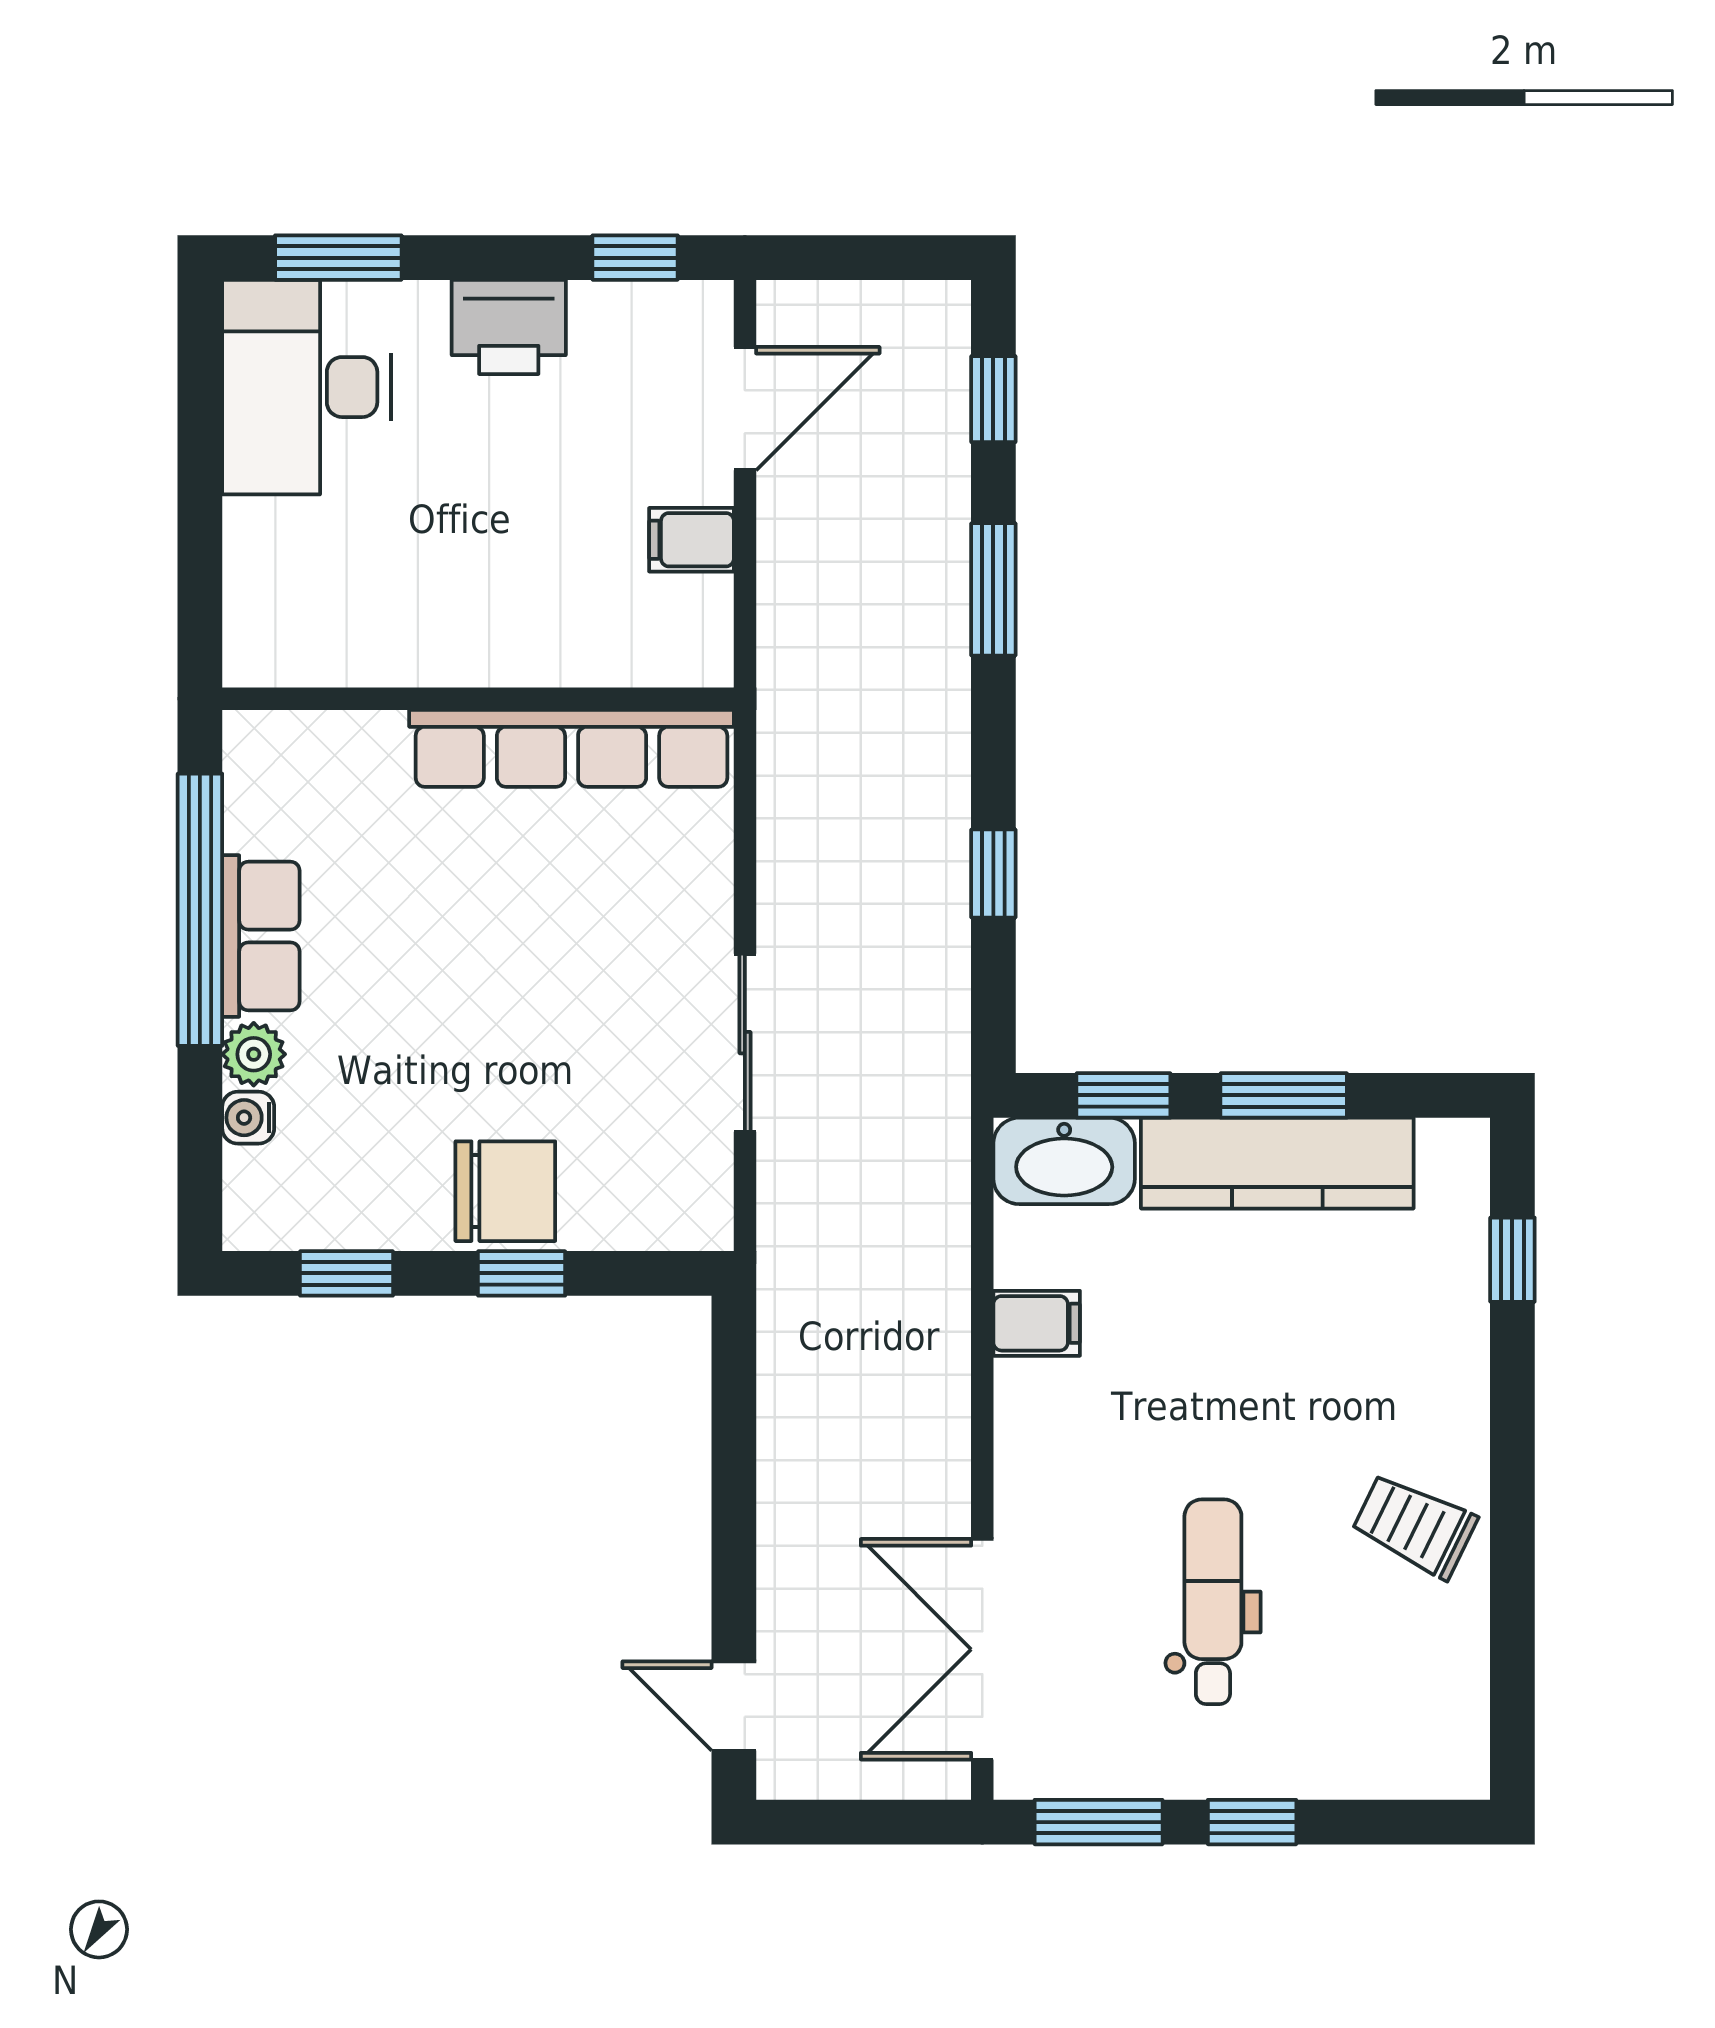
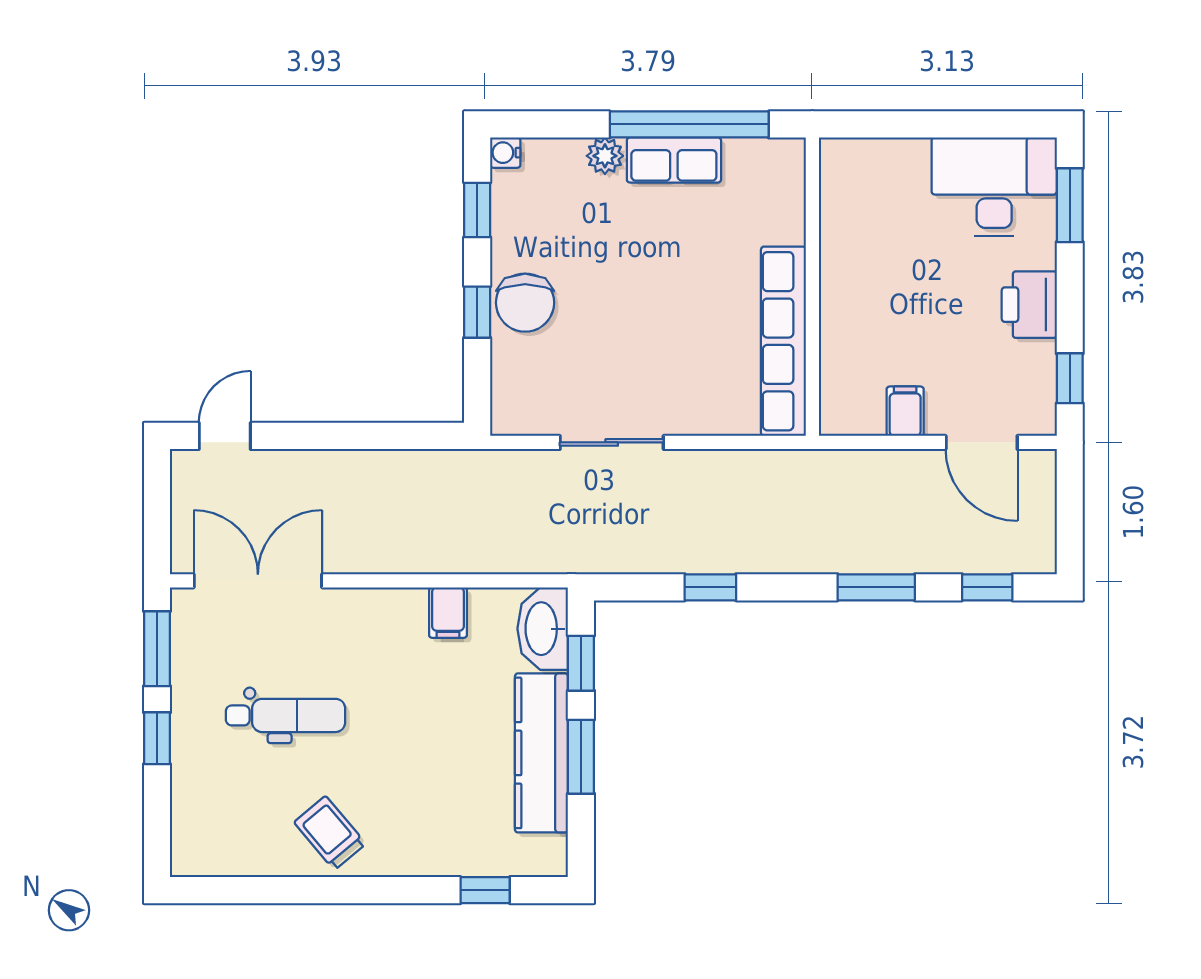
water cooler: (248, 1118) -> (505, 153), moved, turned -90
trolley: (1414, 1526) -> (330, 833), turned -66

